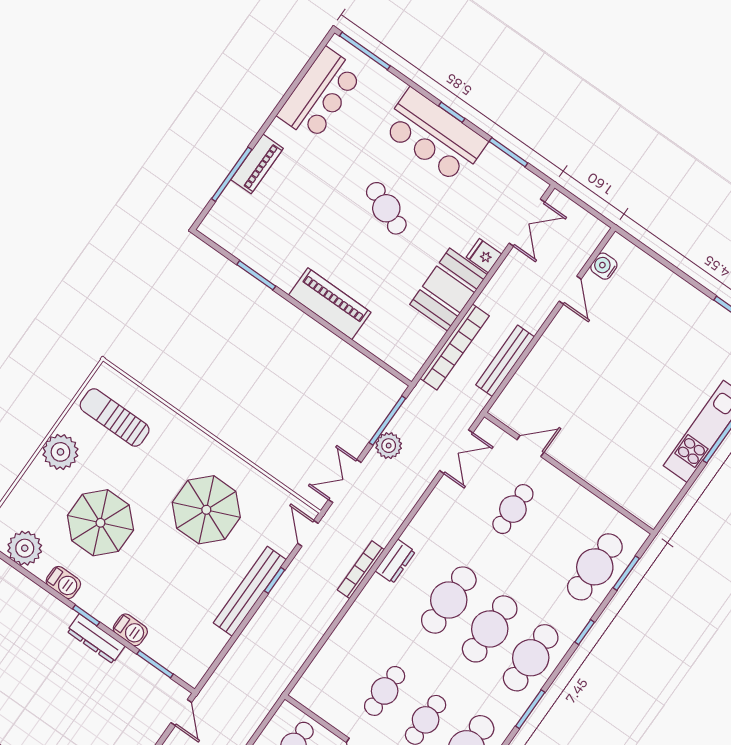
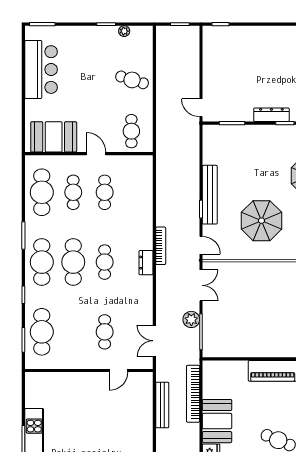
cafe table: (449, 600) -> (105, 262), width x0.73, depth x0.74
barbecue: (130, 630) -> (257, 132), removed

